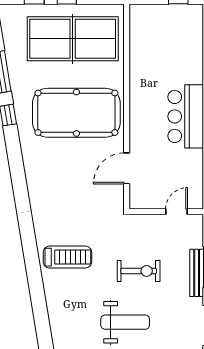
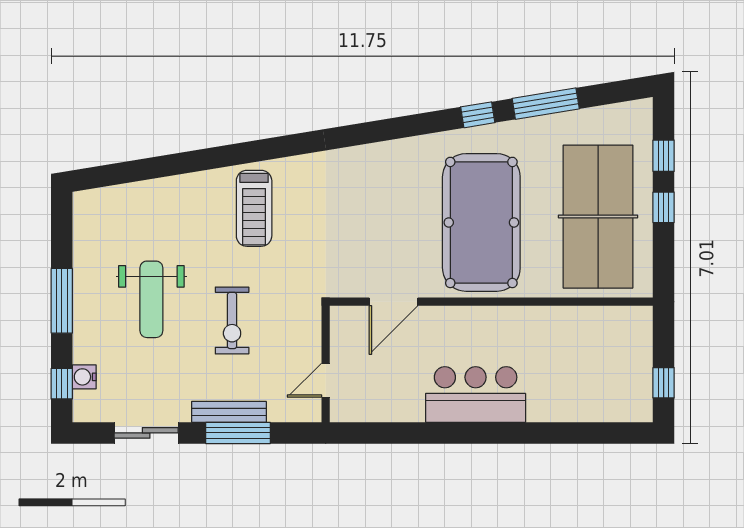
door: (127, 168) -> (394, 302), swing flipped
door: (177, 212) -> (326, 380), swing flipped

